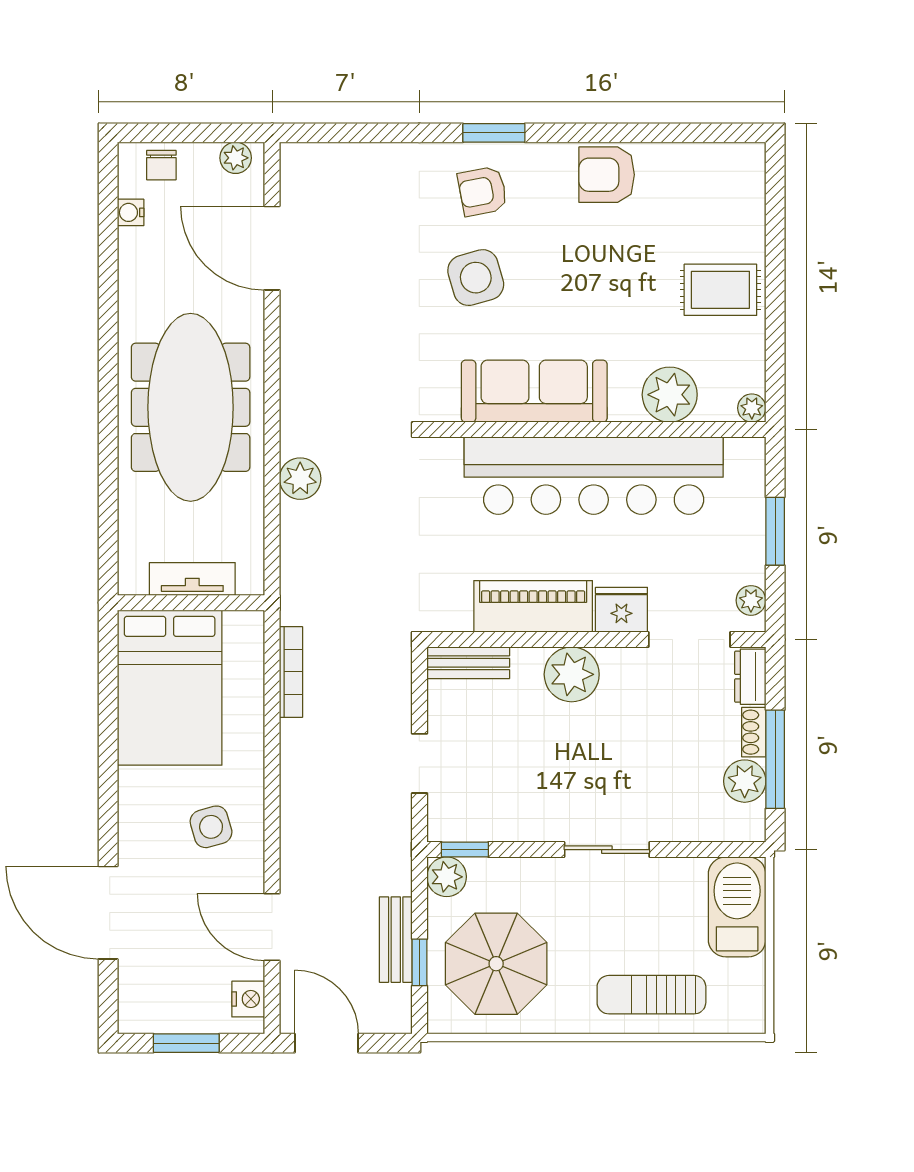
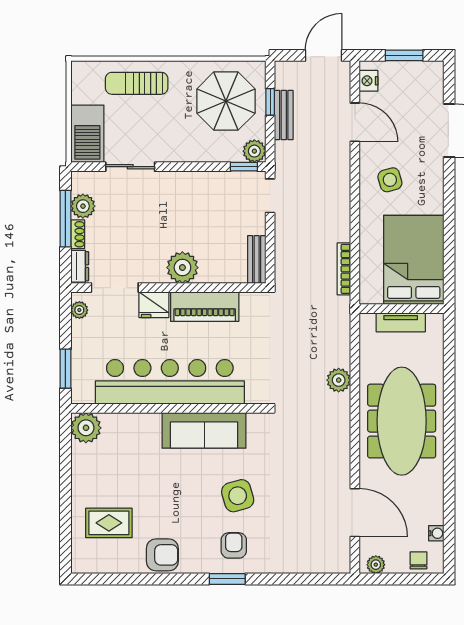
armchair: (482, 191) -> (234, 545), turned -79
rug: (720, 290) -> (109, 523), moved
plant: (670, 395) -> (126, 428), removed
plant: (752, 408) -> (86, 428), width x1.88, depth x1.88
window: (775, 531) -> (65, 369), moved
bench: (468, 663) -> (257, 260), moved, turned 90
doorway: (419, 763) -> (270, 196), moved
sliding door: (607, 850) -> (130, 167), moved
sun lounger: (651, 995) -> (137, 83), turned 180
door: (327, 1043) -> (323, 55), swing flipped

